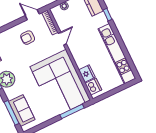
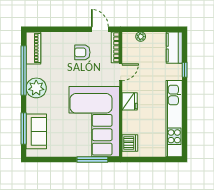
fridge: (87, 74) -> (130, 101), moved

